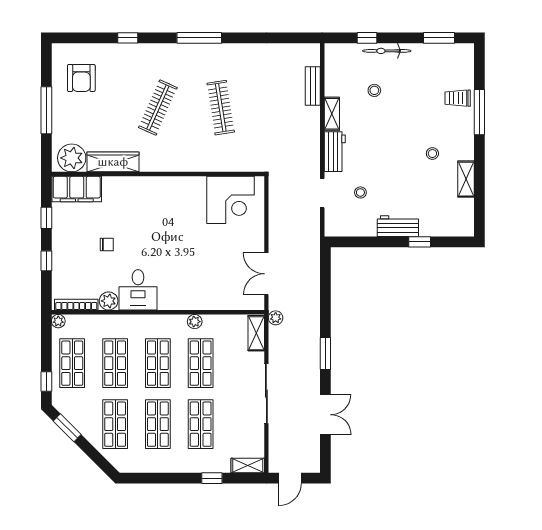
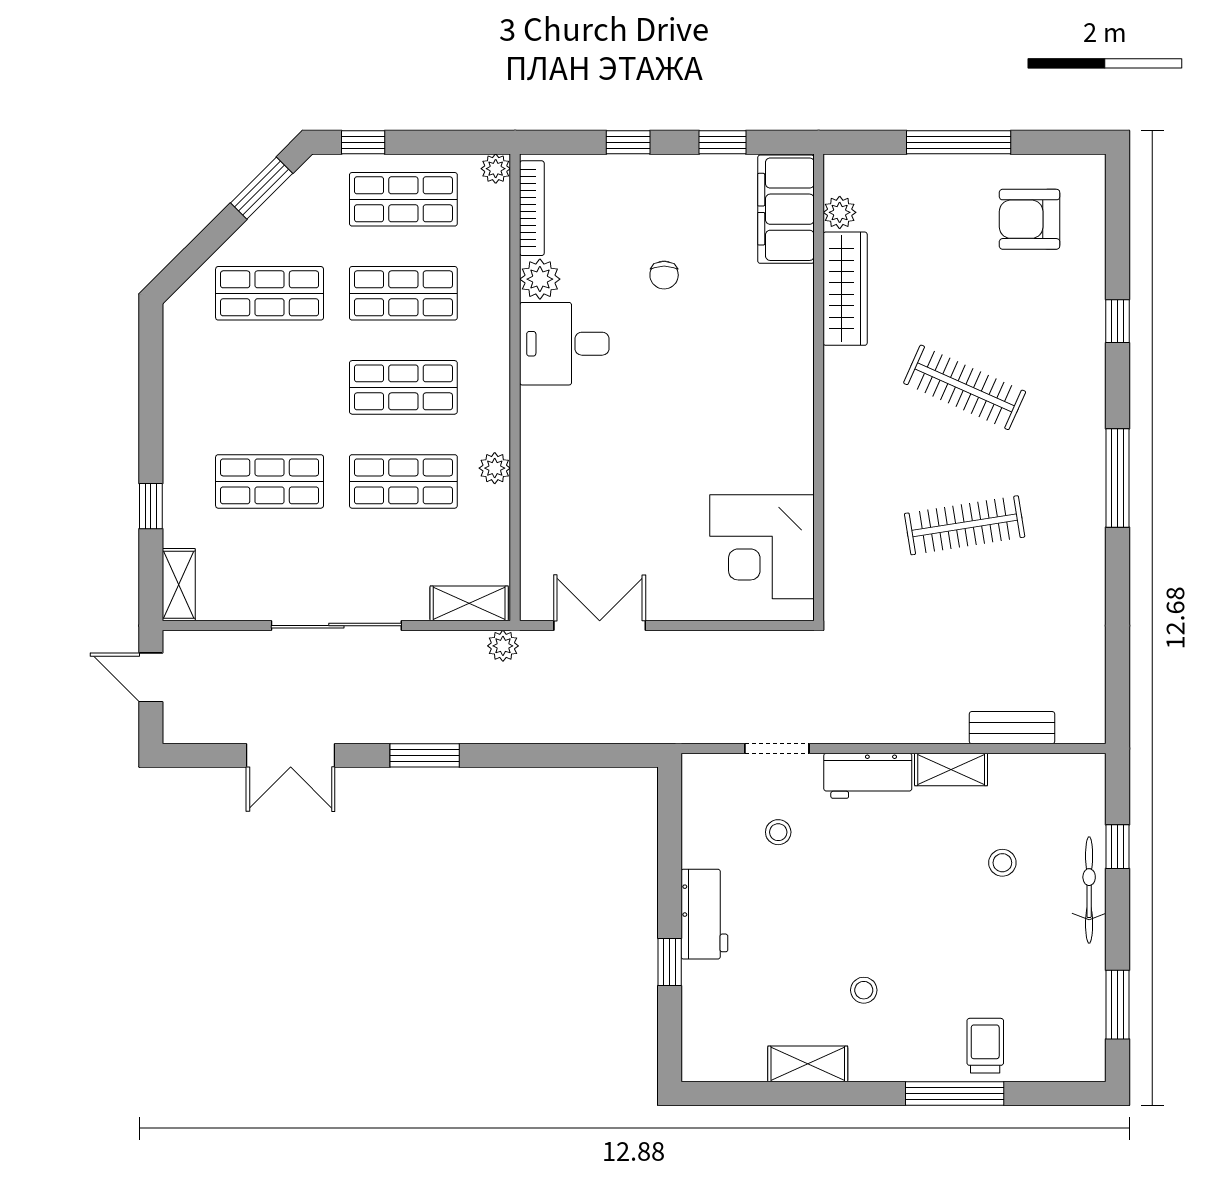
plant: (72, 158) -> (840, 212), width x0.53, depth x0.53
shop shelf: (158, 424) -> (270, 387), removed

